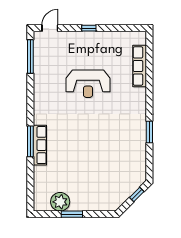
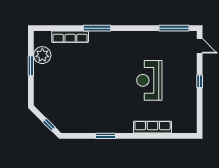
row of seats: (140, 66) -> (153, 127), moved
row of seats: (40, 145) -> (70, 37), moved

